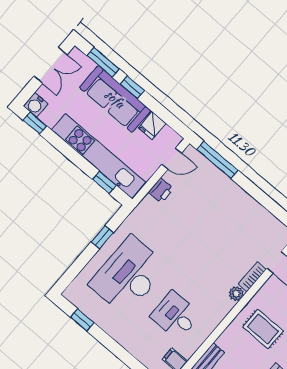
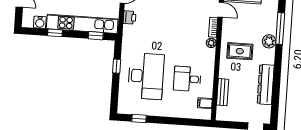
water cooler: (36, 105) -> (40, 22), moved
window: (35, 123) -> (55, 33), moved
desk: (128, 275) -> (146, 76), turned 180

